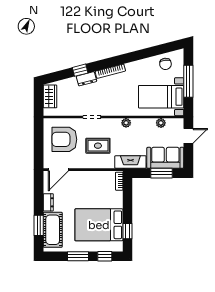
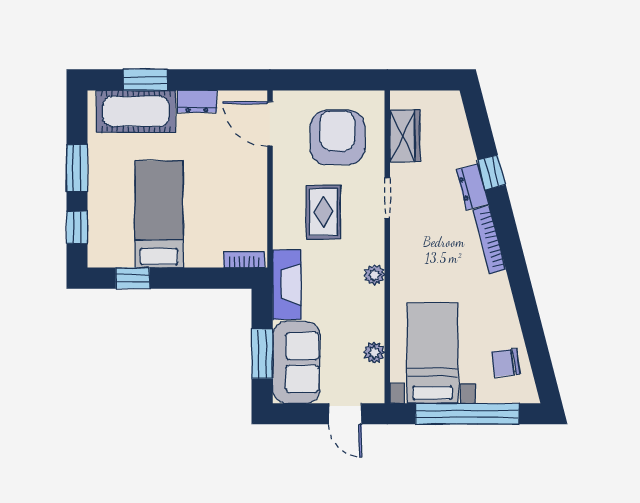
window: (188, 81) -> (467, 414), width x1.46
wardrobe: (50, 96) -> (405, 136), moved, turned -90
bed: (99, 225) -> (159, 214), width x0.67

